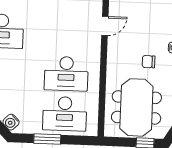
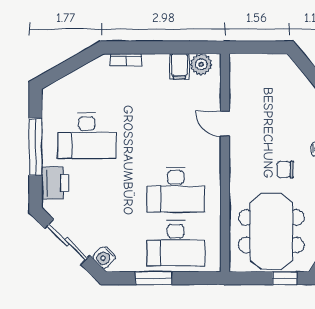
door: (105, 26) -> (225, 124), swing flipped

